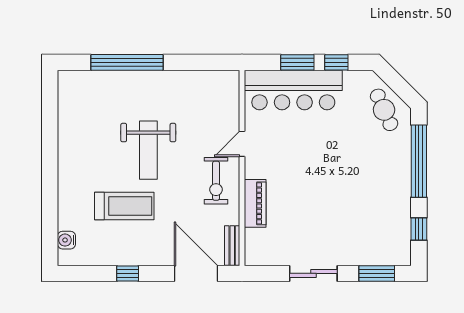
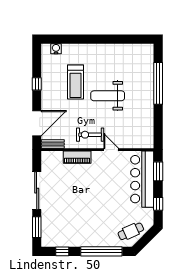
window: (297, 62) -> (158, 171), moved
sliding door: (313, 273) -> (37, 191), width x1.37

